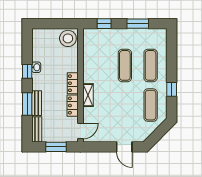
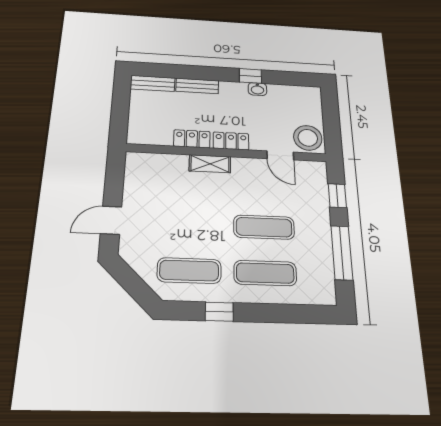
window: (138, 24) -> (342, 253), width x1.44
window: (27, 104) -> (196, 73), removed
door: (80, 131) -> (280, 155), moved
window: (56, 147) -> (120, 110), removed

